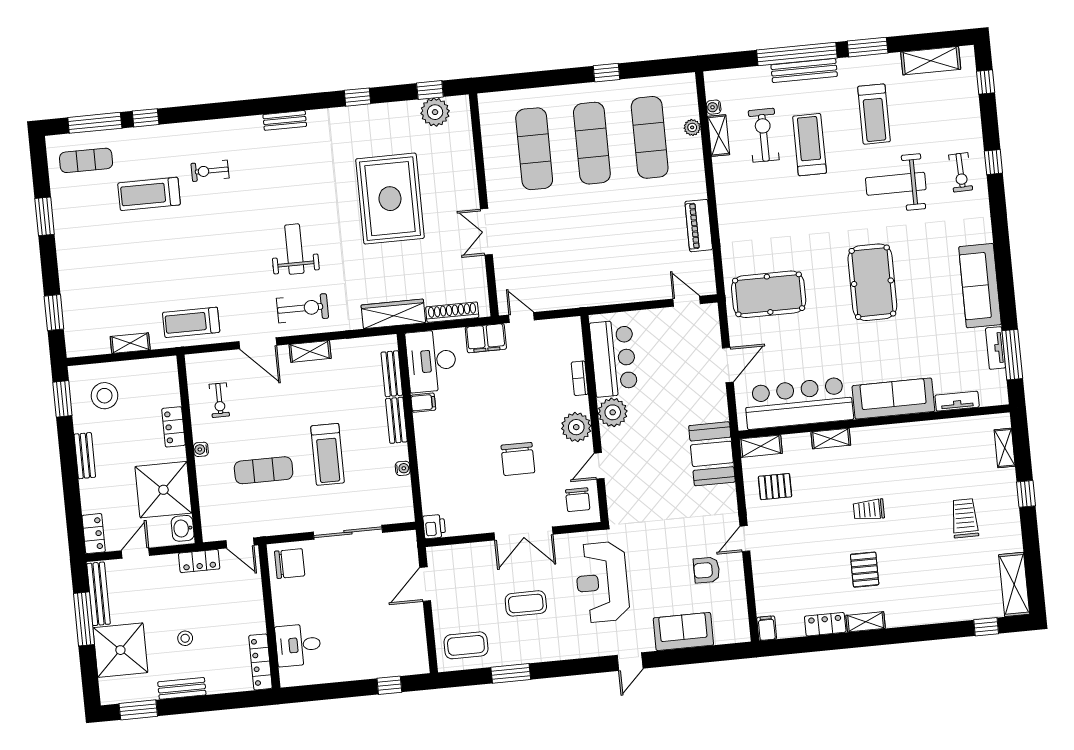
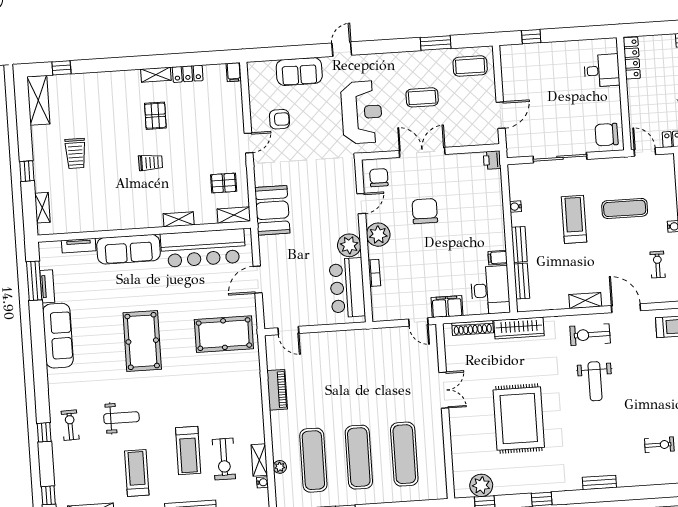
weight bench: (896, 184) -> (121, 418), width x0.73, depth x0.75

